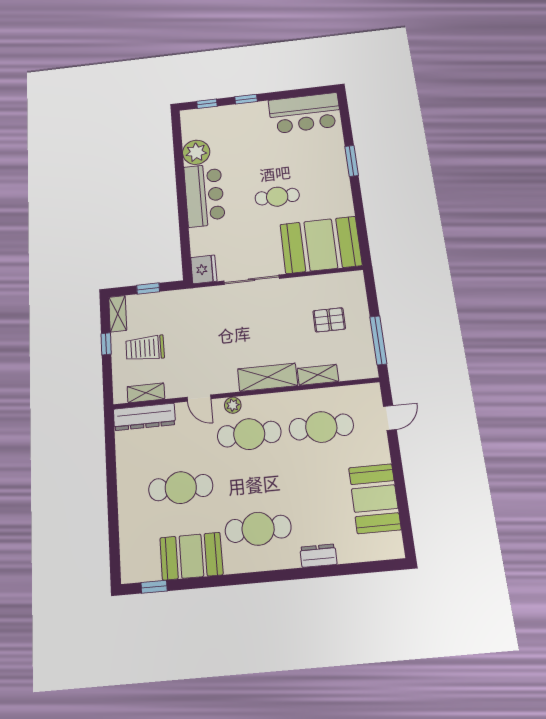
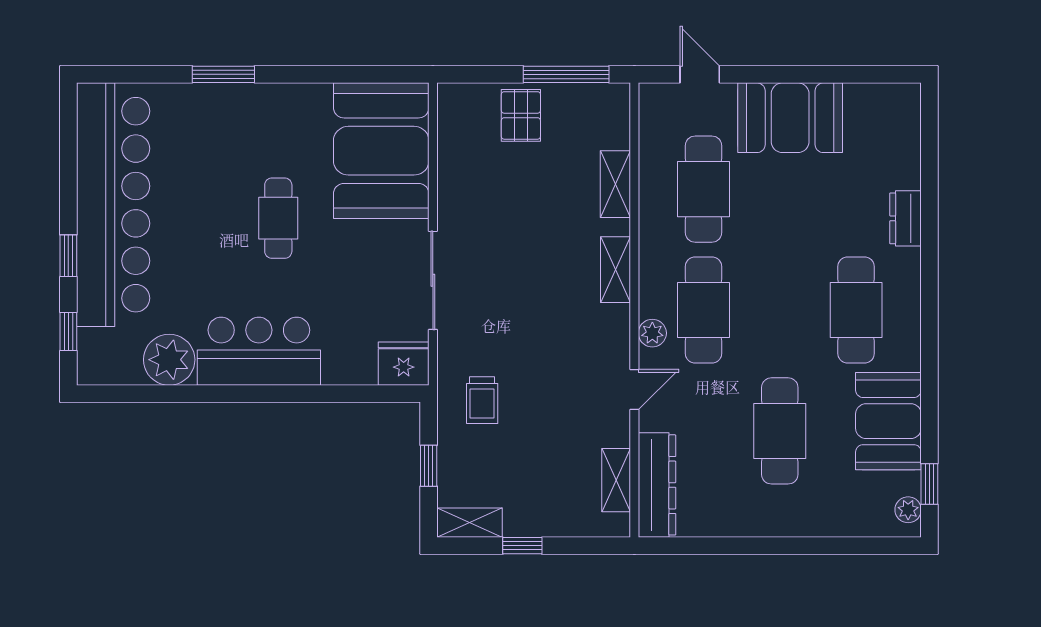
bar counter: (305, 113) -> (113, 205), width x1.86
pallet: (329, 320) -> (521, 115), moved
trolley: (145, 348) -> (482, 400), moved, width x0.73, depth x0.72
shelving: (268, 377) -> (616, 270), width x0.67, depth x0.75
booth: (375, 499) -> (790, 118), moved
plant: (137, 574) -> (908, 510), added

